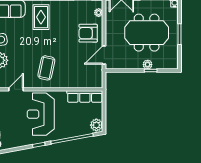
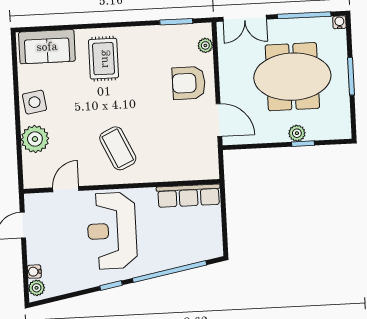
door: (104, 55) -> (219, 120), swing flipped
coffee table: (46, 68) -> (118, 148), turned -37
plant: (96, 125) -> (212, 245), removed

